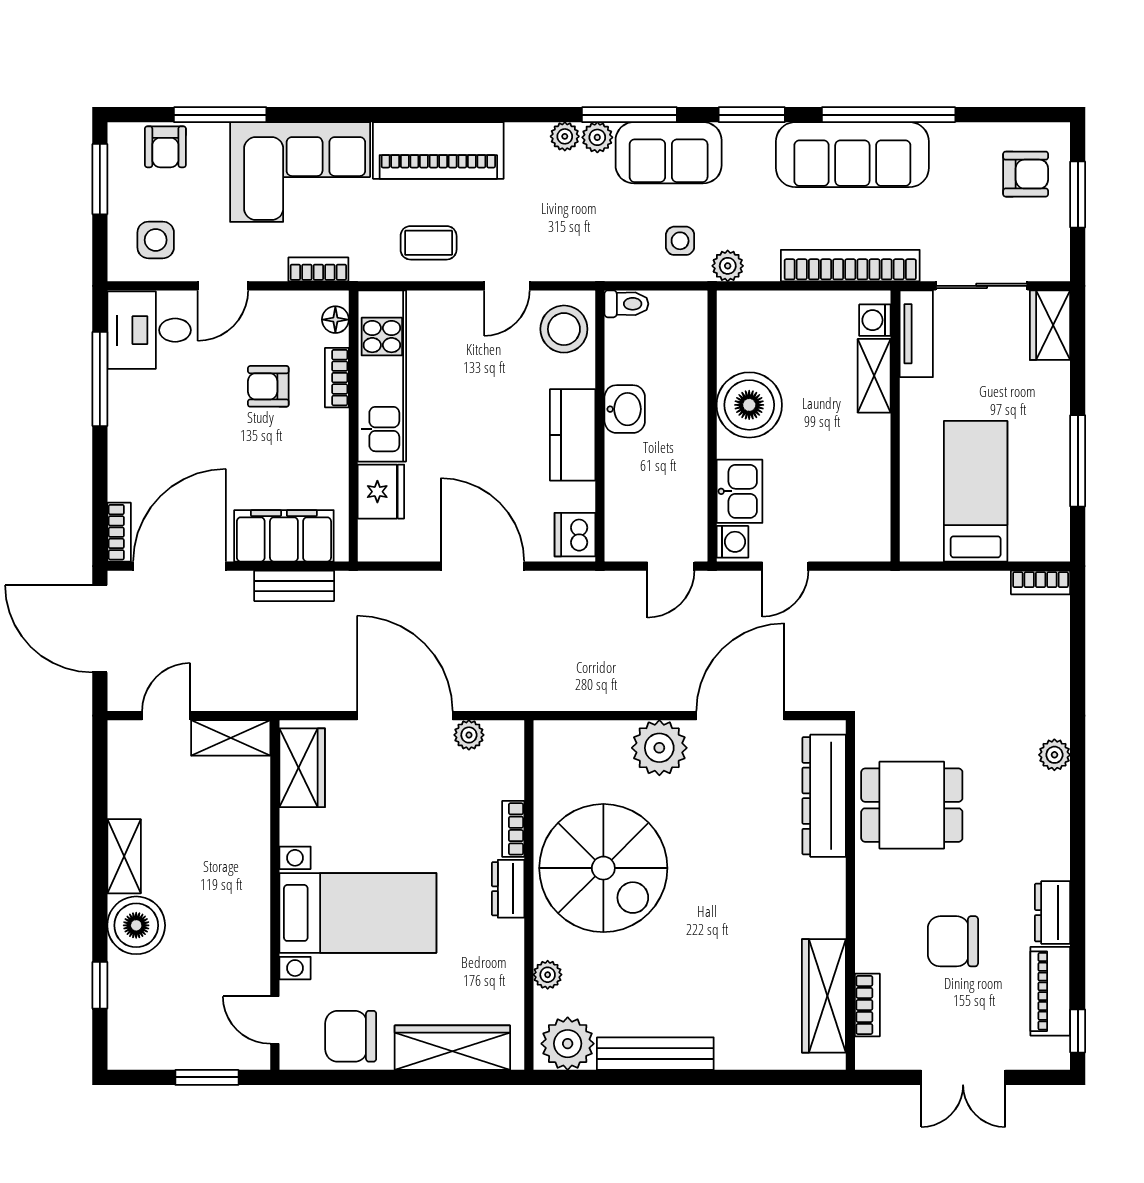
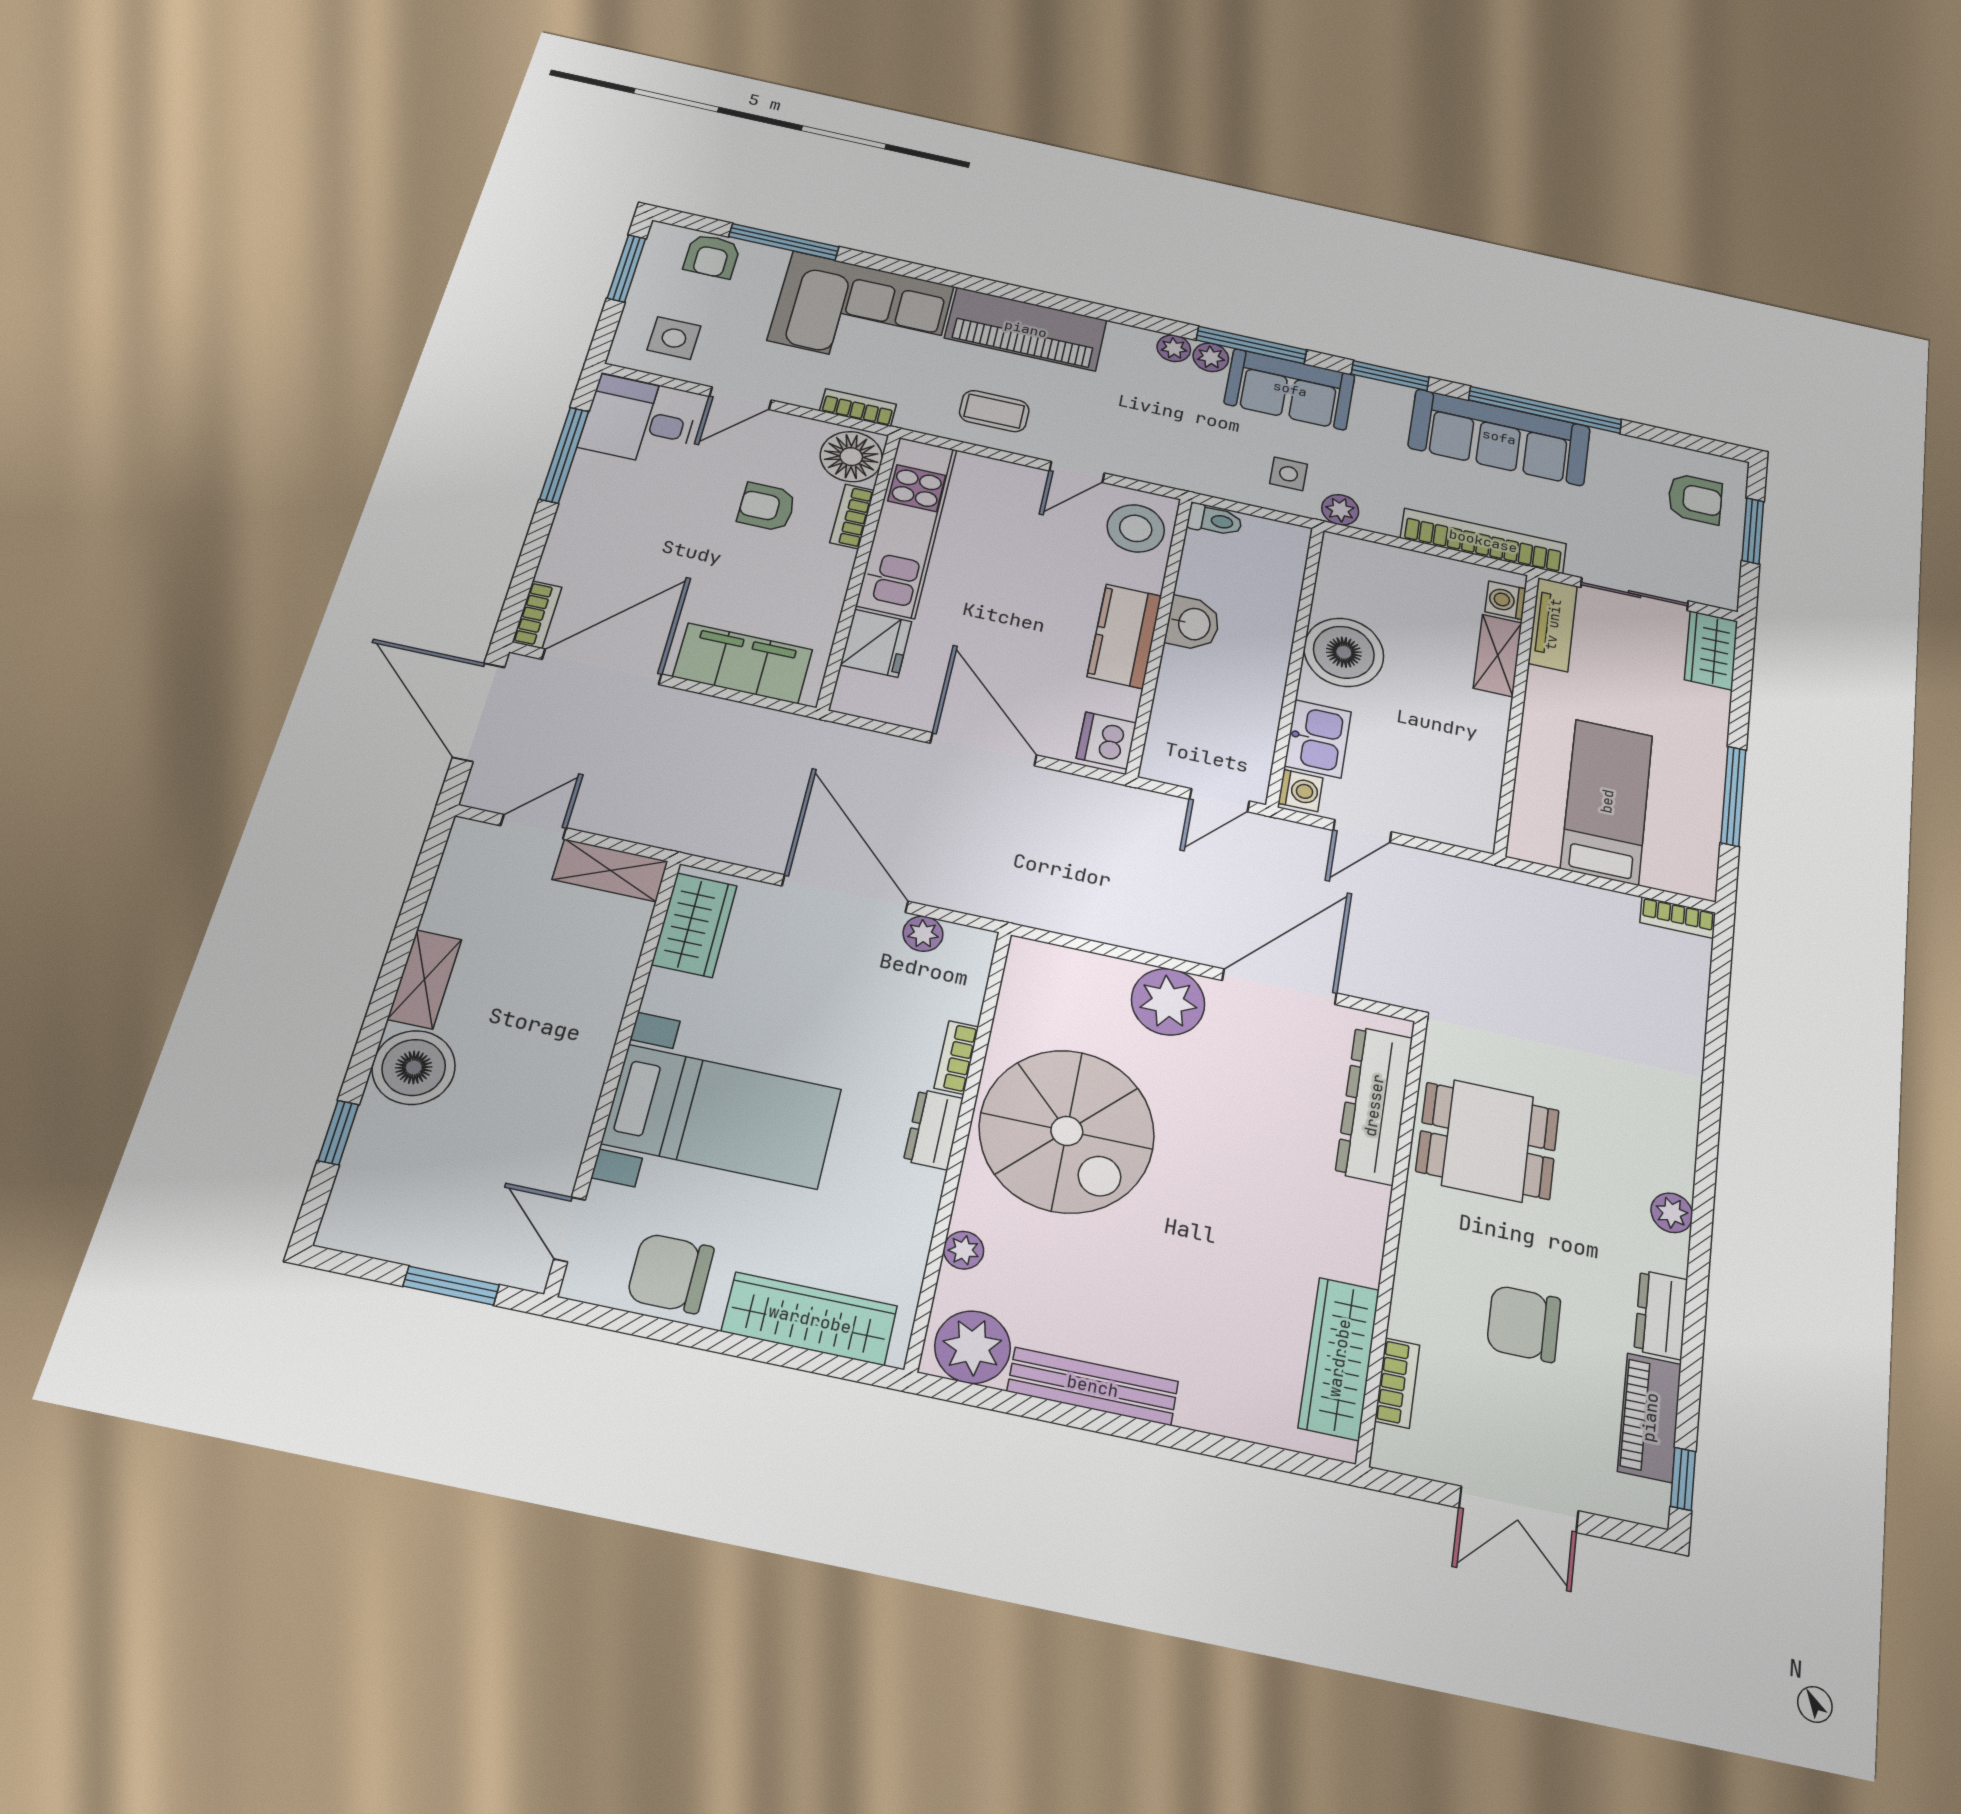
floor lamp: (335, 320) -> (851, 457), width x1.89, depth x1.89
bench: (294, 586) -> (741, 719), removed
plant: (1054, 755) -> (1672, 1213), moved

